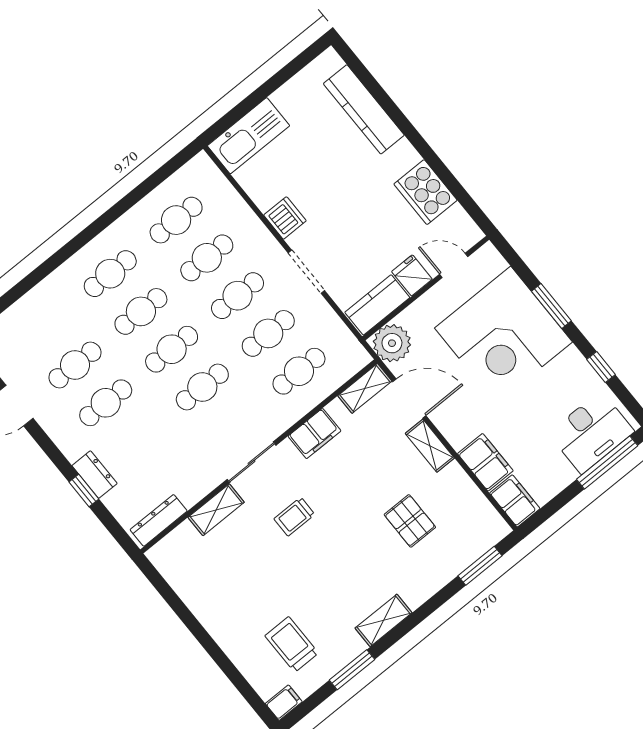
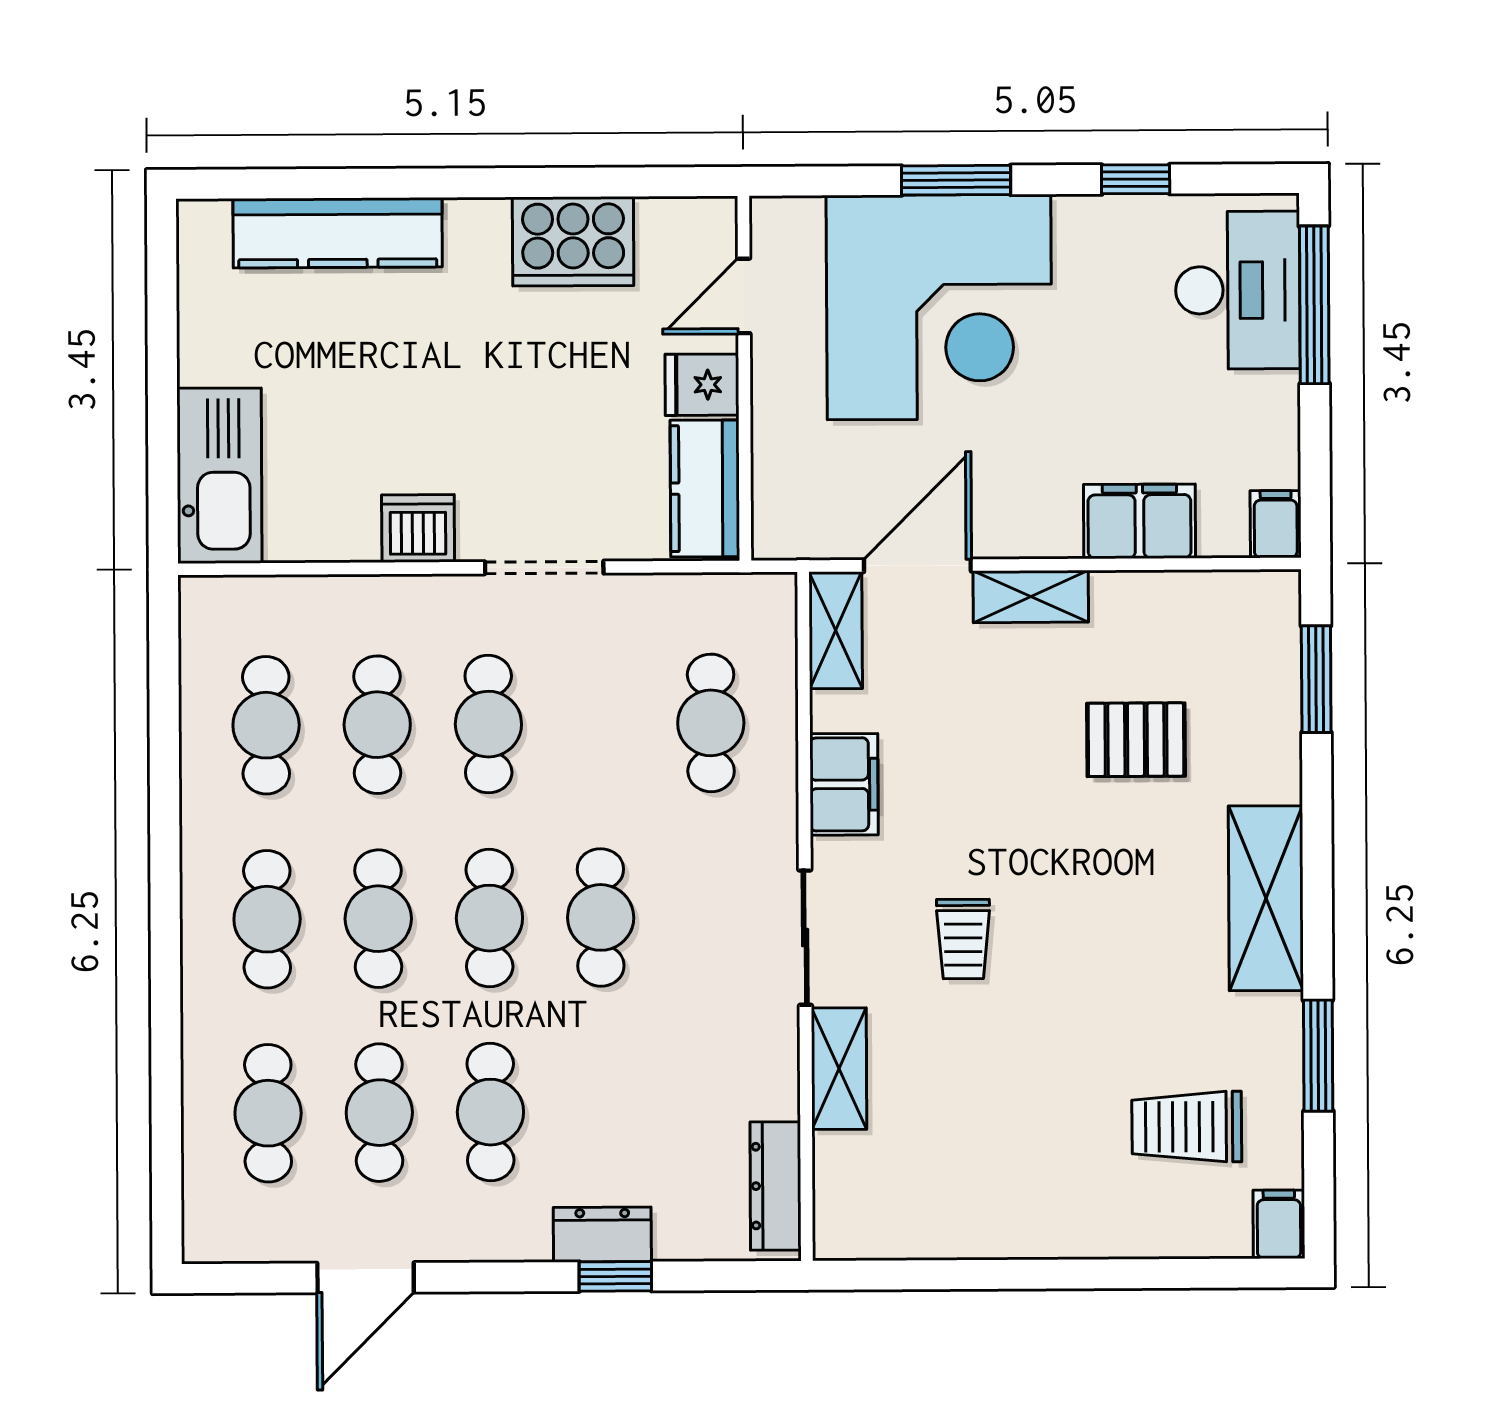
cafe table: (268, 333) -> (268, 1113), moved
plant: (392, 343) -> (794, 517), removed
filing cabinet: (515, 501) -> (1276, 524), width x0.50
shelving: (384, 620) -> (1266, 898), width x1.50, depth x1.33

